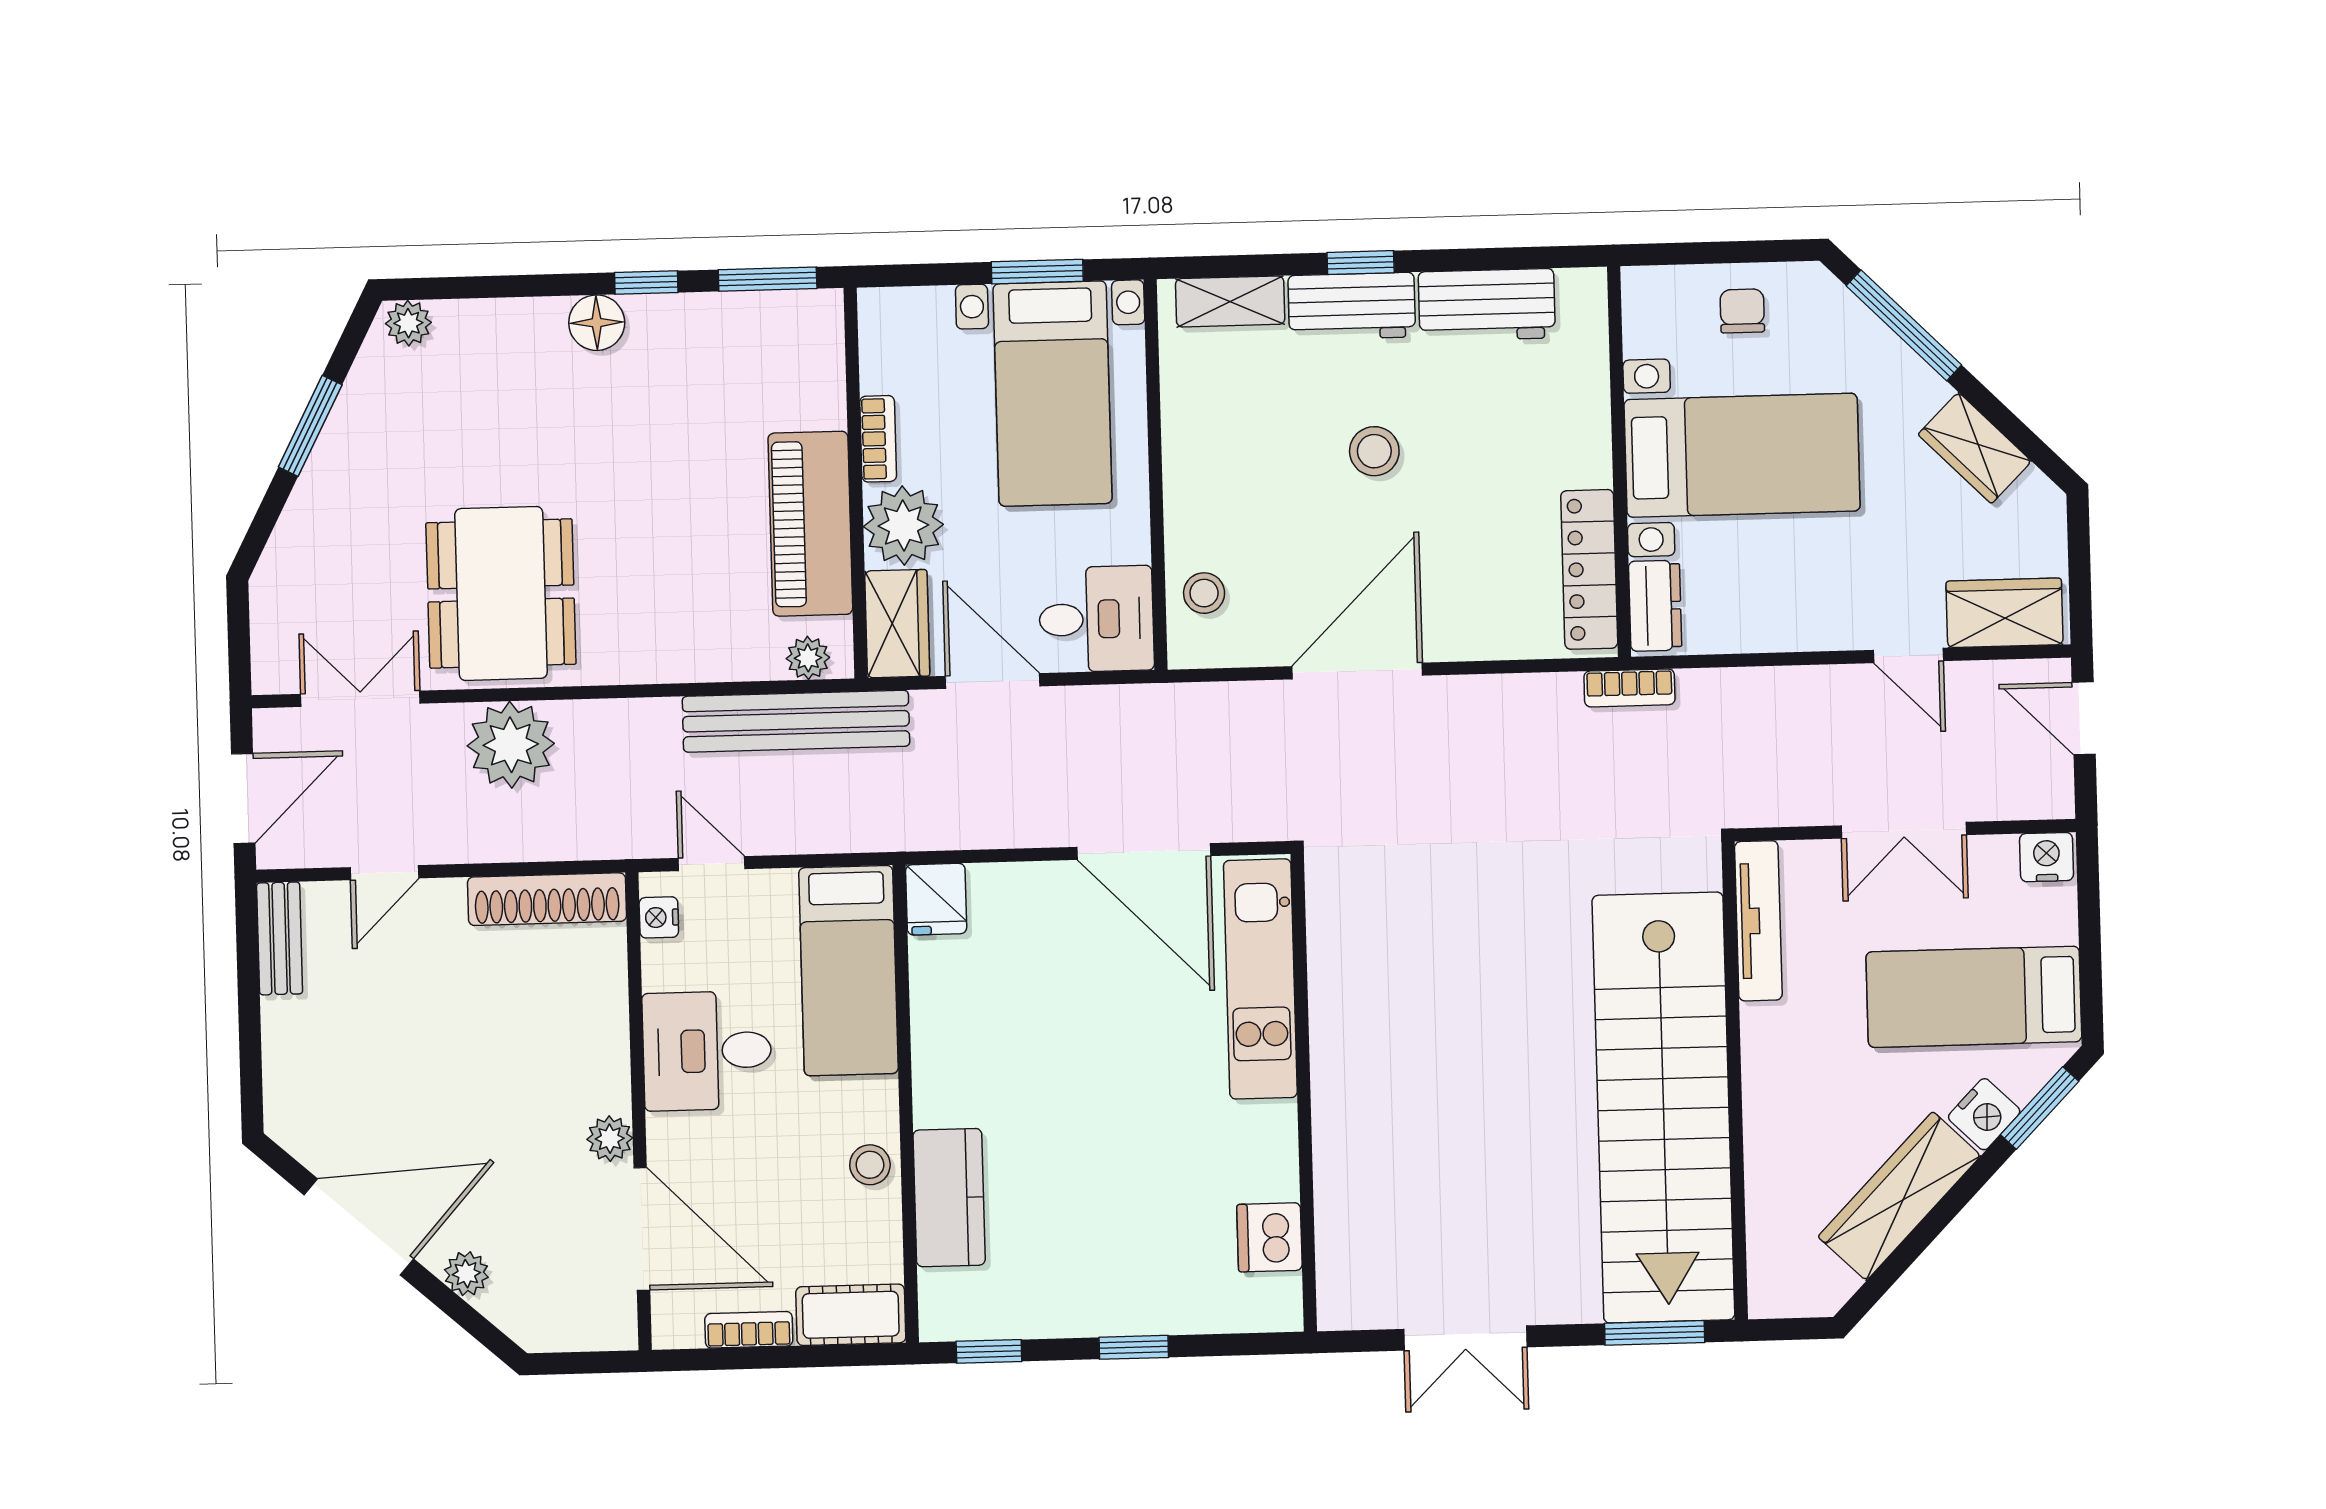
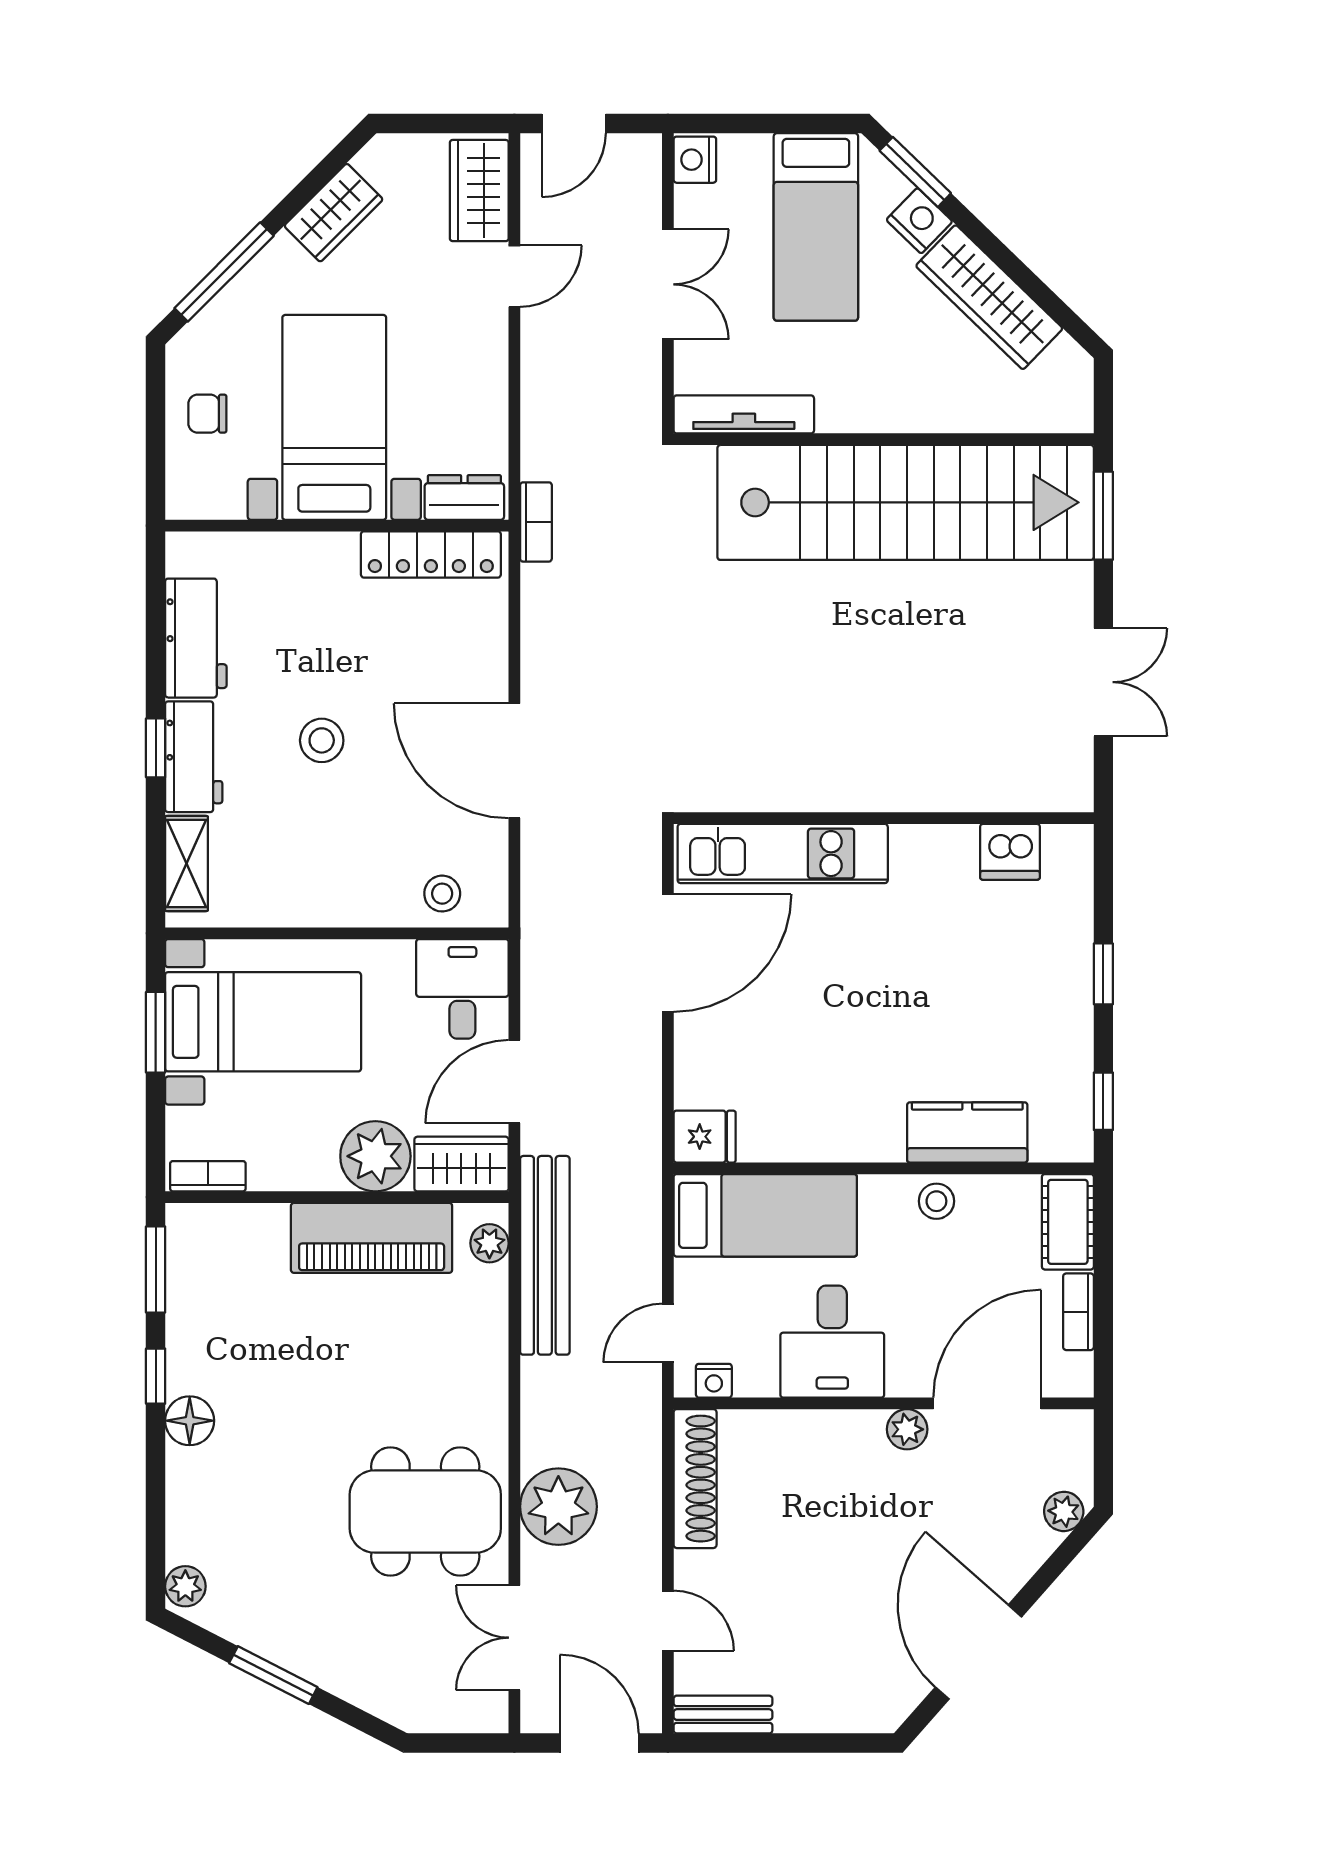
bookcase: (878, 439) -> (208, 1176), moved
plant: (466, 1274) -> (1064, 1511), moved

